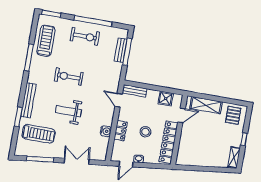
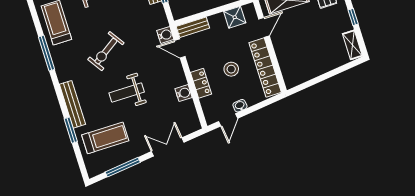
exercise bike: (69, 77) -> (106, 51), turned -34
water cooler: (114, 86) -> (165, 35), added

